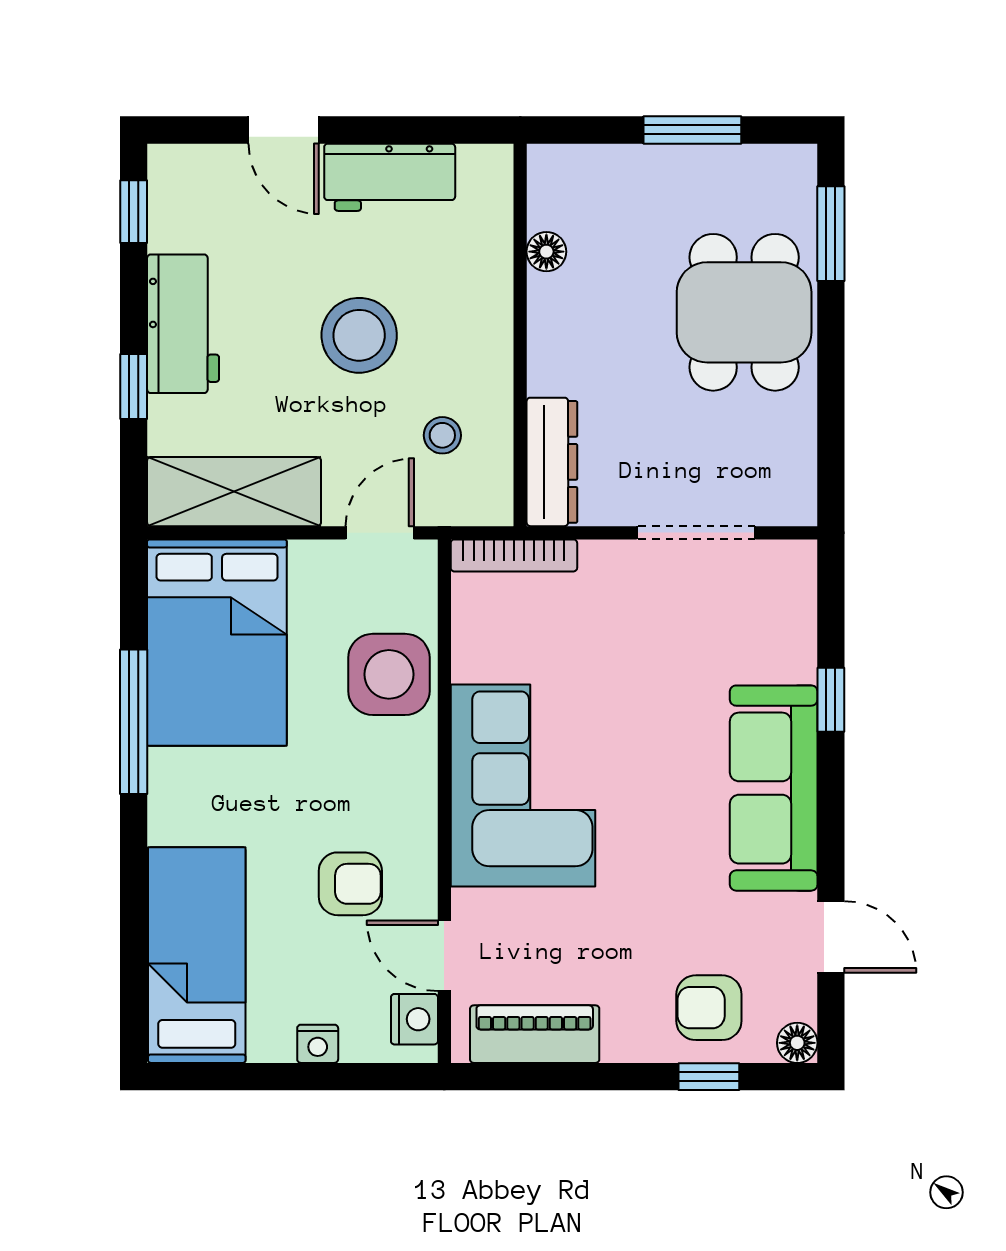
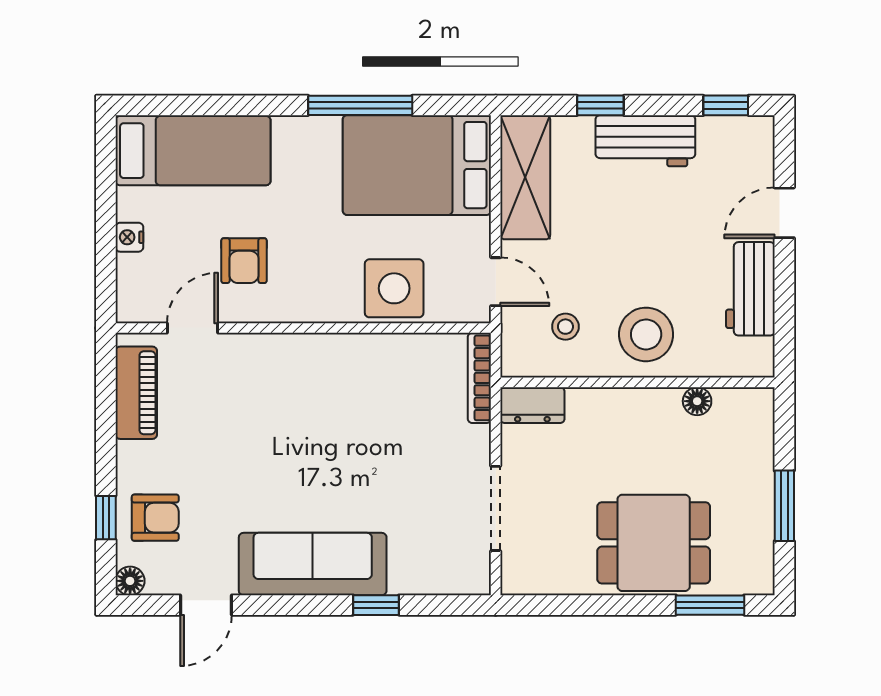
stool: (359, 335) -> (646, 334), moved
dresser: (552, 462) -> (532, 405), width x0.70
corner sofa: (523, 786) -> (314, 384), removed
armchair: (709, 1008) -> (155, 518), turned 90
nightstand: (414, 1019) -> (147, 307), removed

